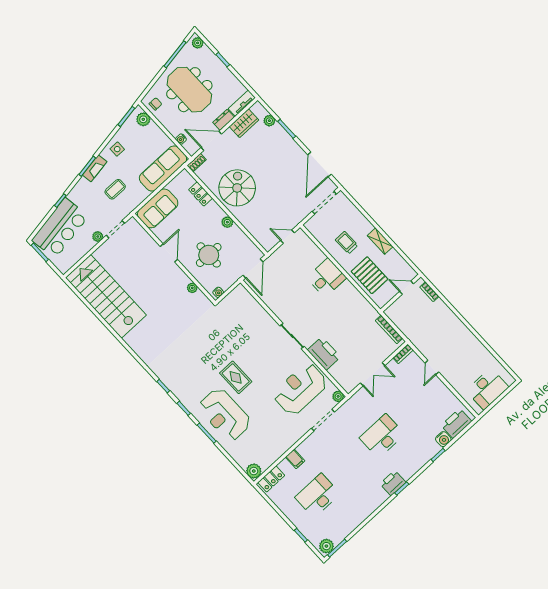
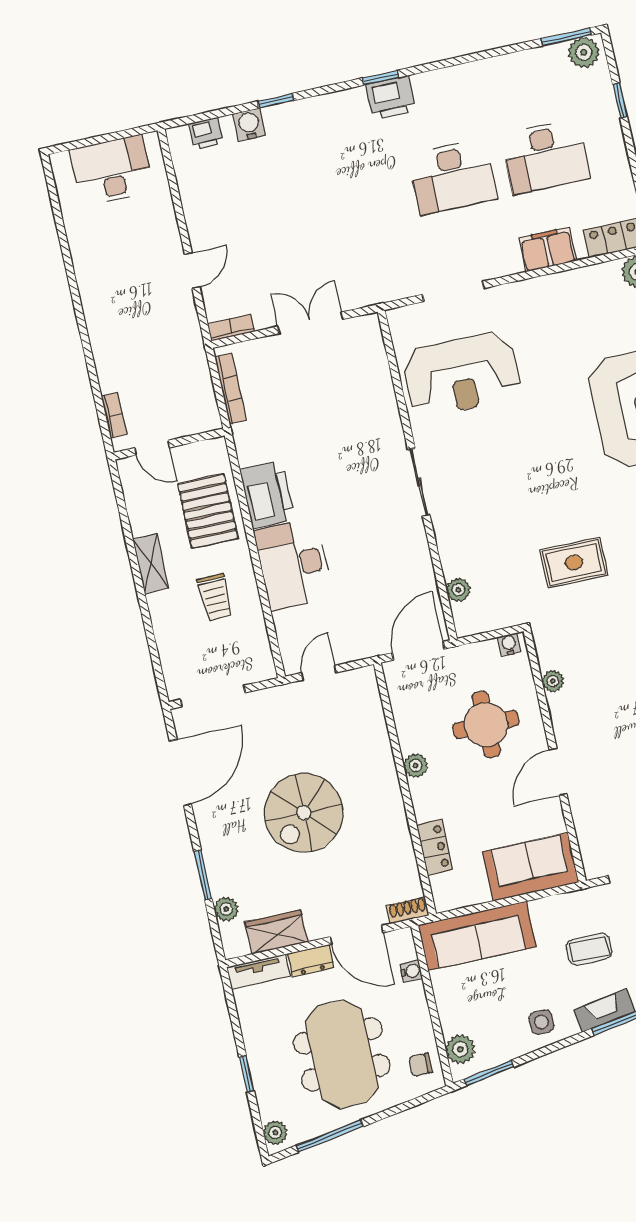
spiral stairs: (237, 188) -> (304, 813), moved
door: (288, 237) -> (319, 673), swing flipped
desk: (326, 278) -> (293, 564), width x1.37
printer: (324, 353) -> (267, 494), moved, turned 180
rug: (236, 377) -> (574, 562), moved, turned 90
plant: (338, 396) -> (458, 590), moved
printer: (456, 423) -> (206, 133), width x0.53, depth x0.68
desk: (382, 436) -> (453, 177), moved
filing cabinet: (295, 459) -> (547, 249), width x2.00

